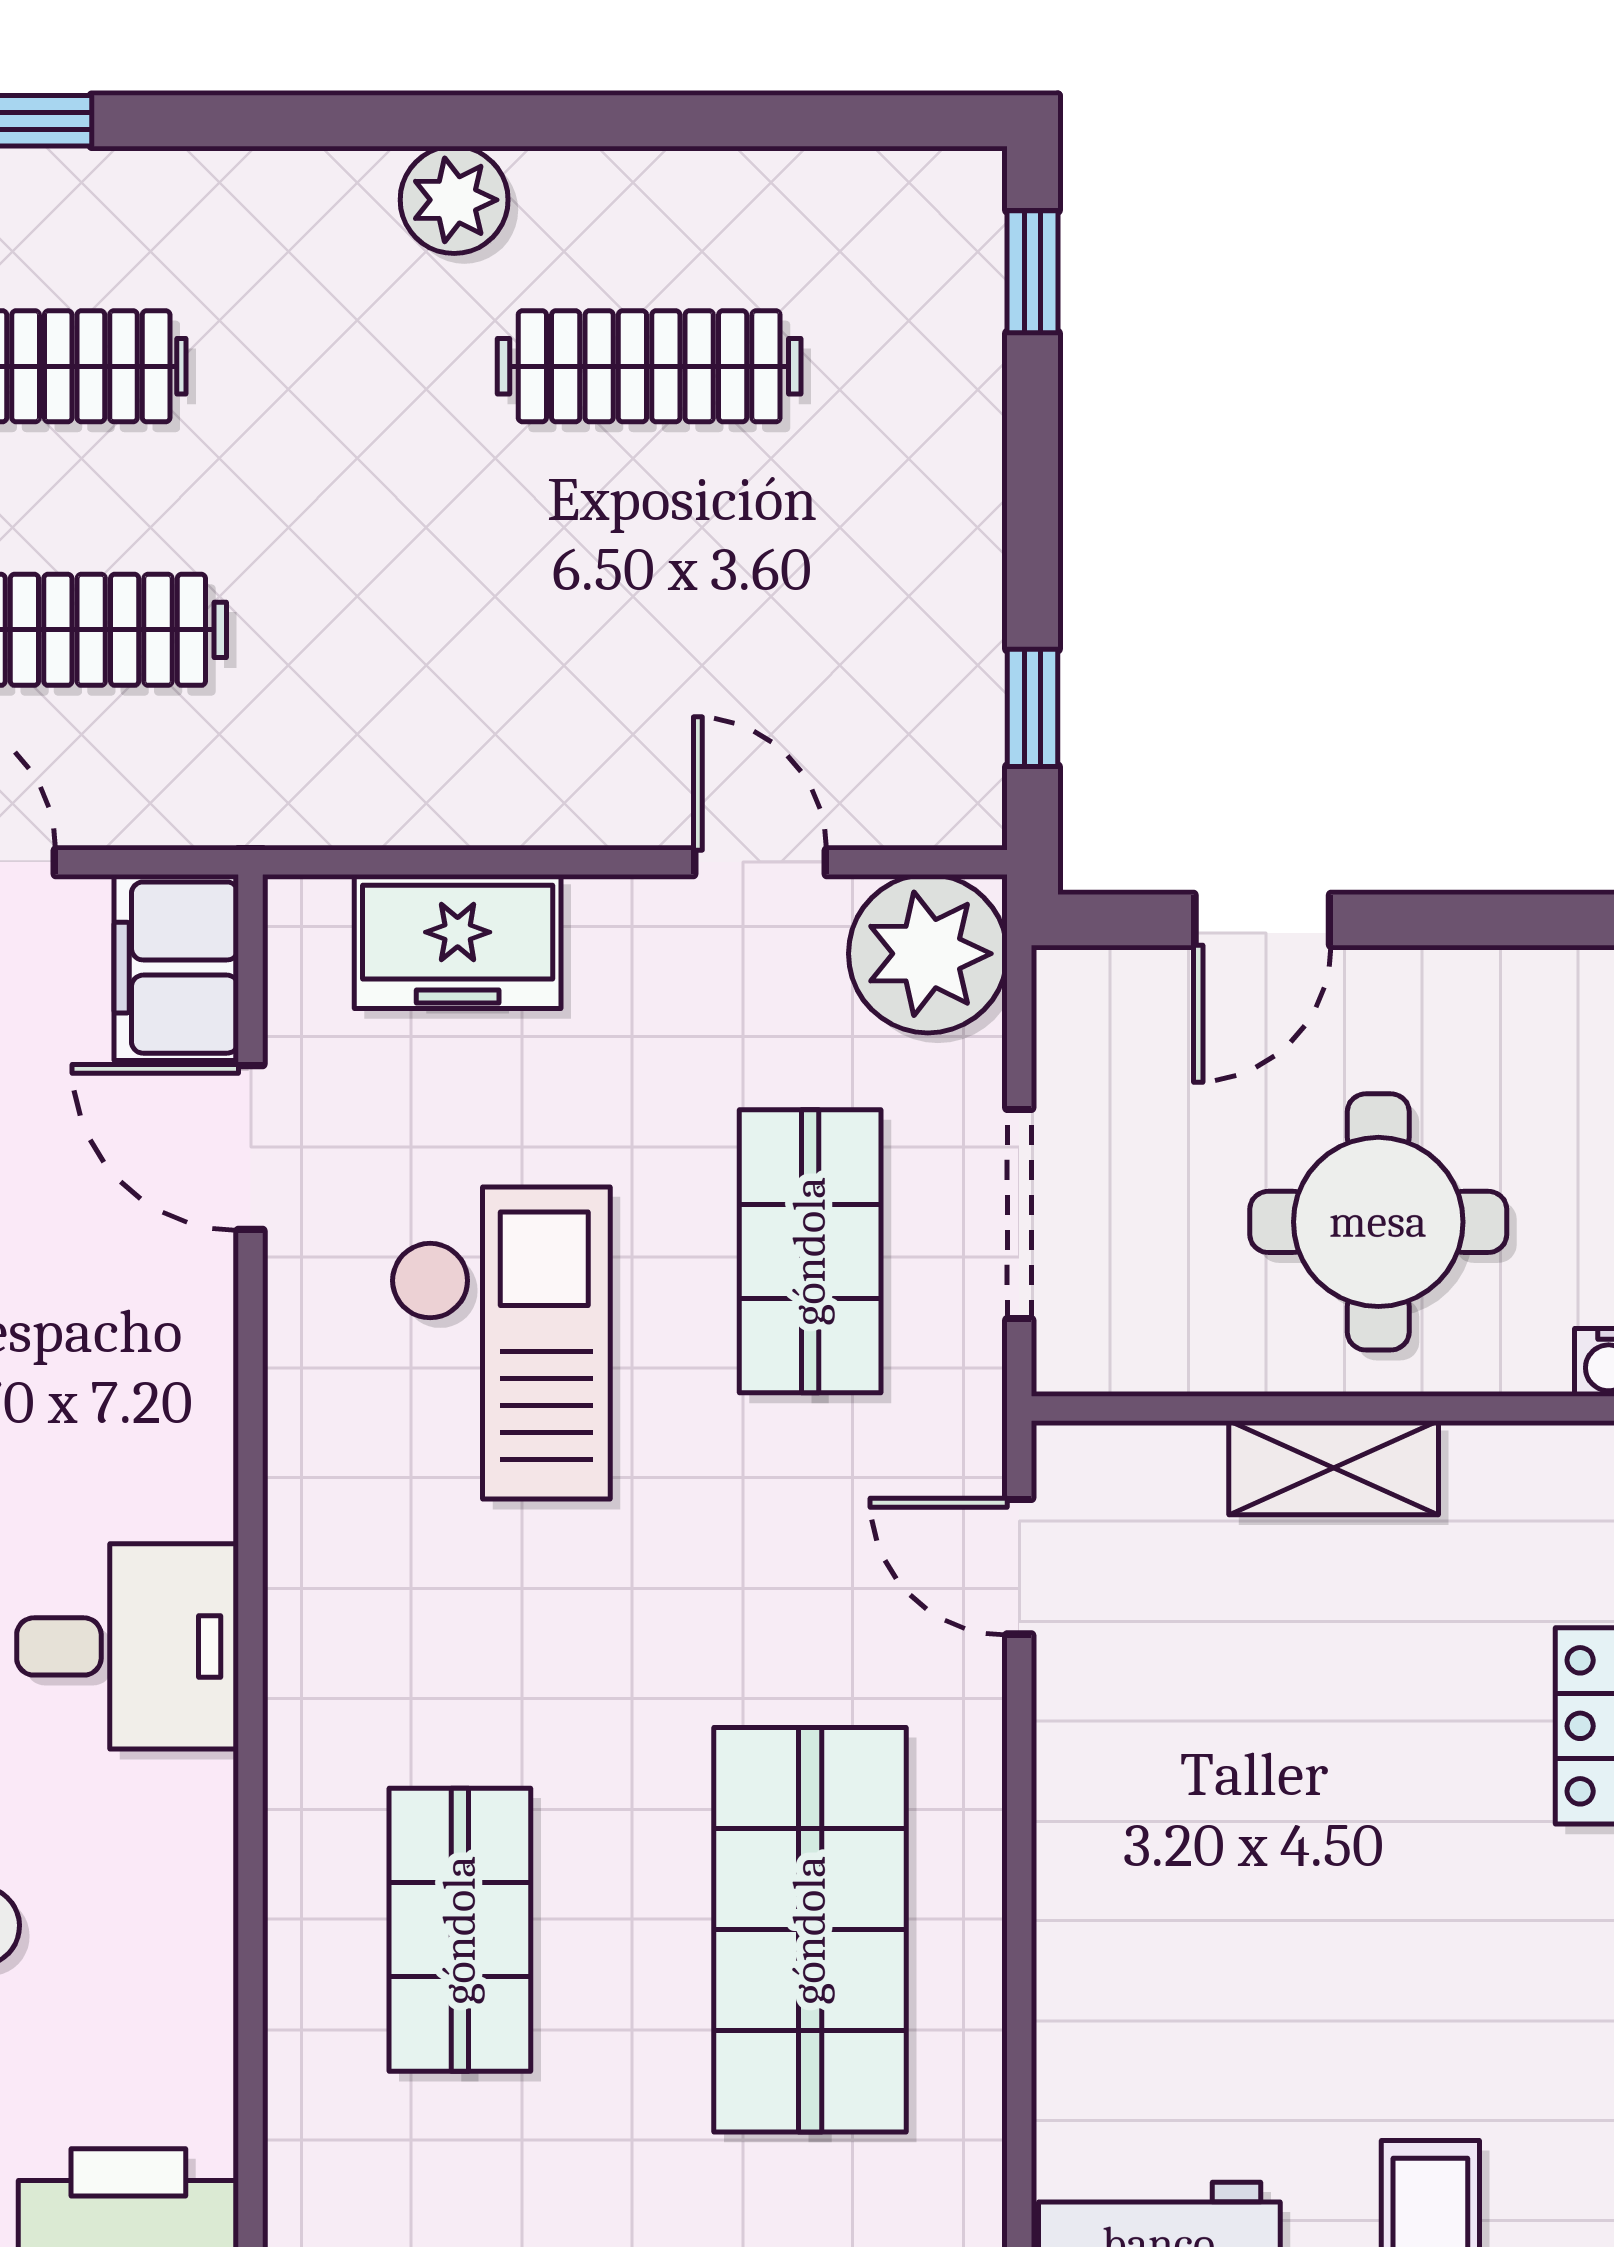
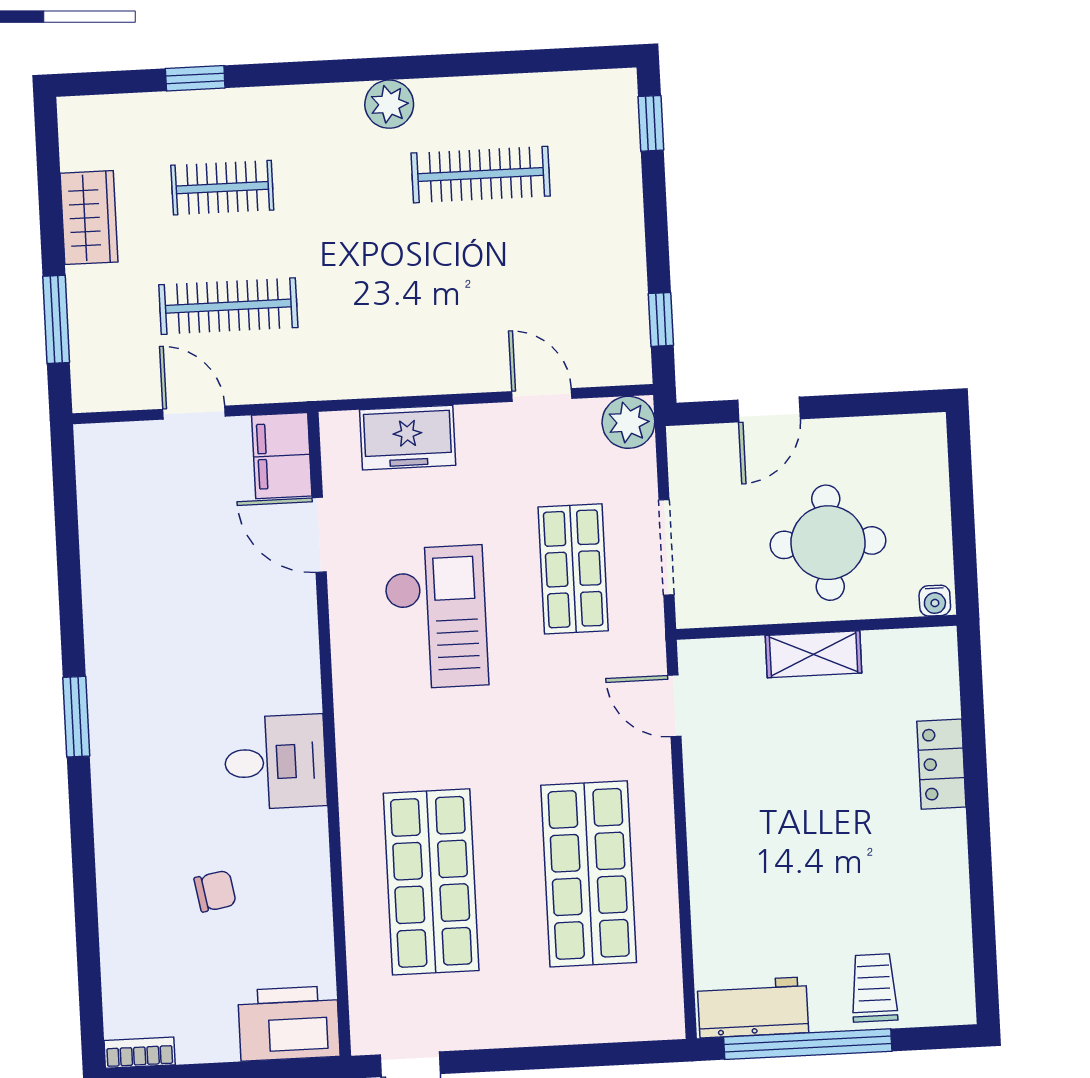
plant: (928, 954) -> (628, 422), width x0.73, depth x0.73
shop shelf: (460, 1930) -> (431, 882), width x1.43, depth x1.36

